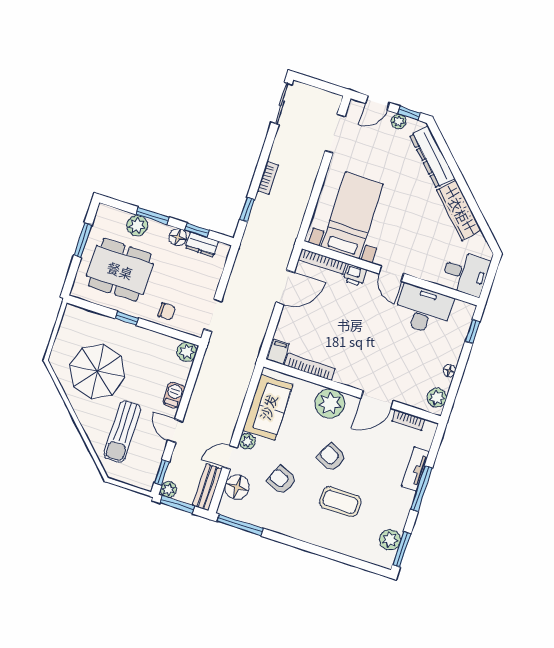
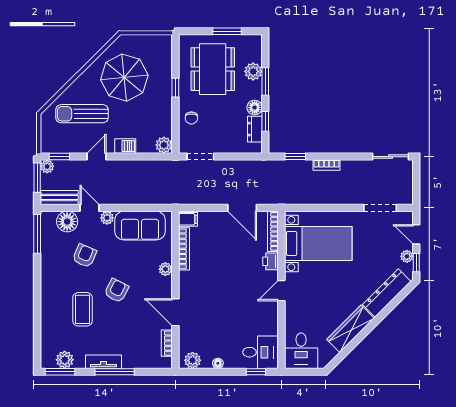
desk: (423, 310) -> (260, 352), moved, width x0.73
plant: (330, 403) -> (165, 269), width x0.53, depth x0.53
tv unit: (415, 469) -> (103, 362), moved

